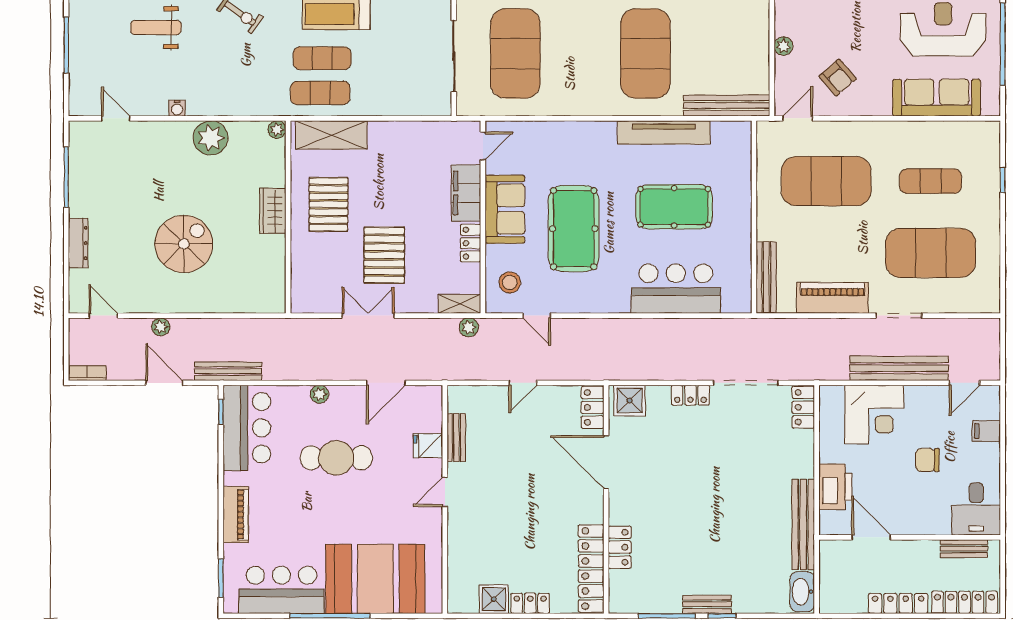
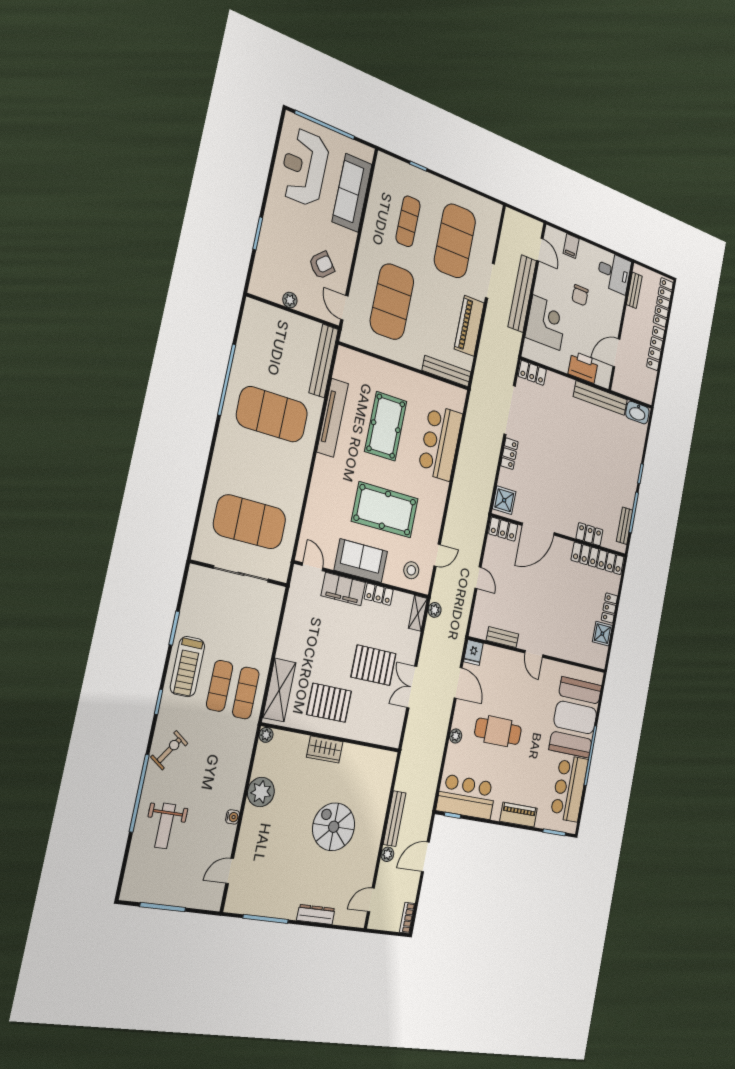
bench: (228, 371) -> (395, 819), moved
fridge: (428, 446) -> (473, 653), moved
cafe table: (336, 458) -> (498, 731), turned 90
bench: (707, 604) -> (625, 526), moved

